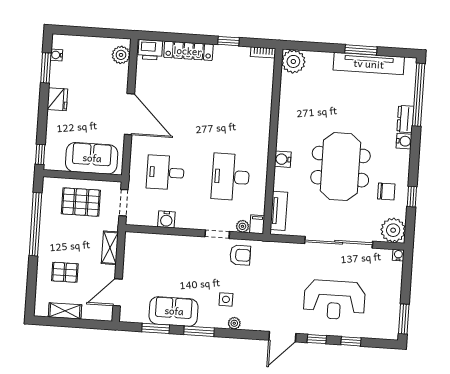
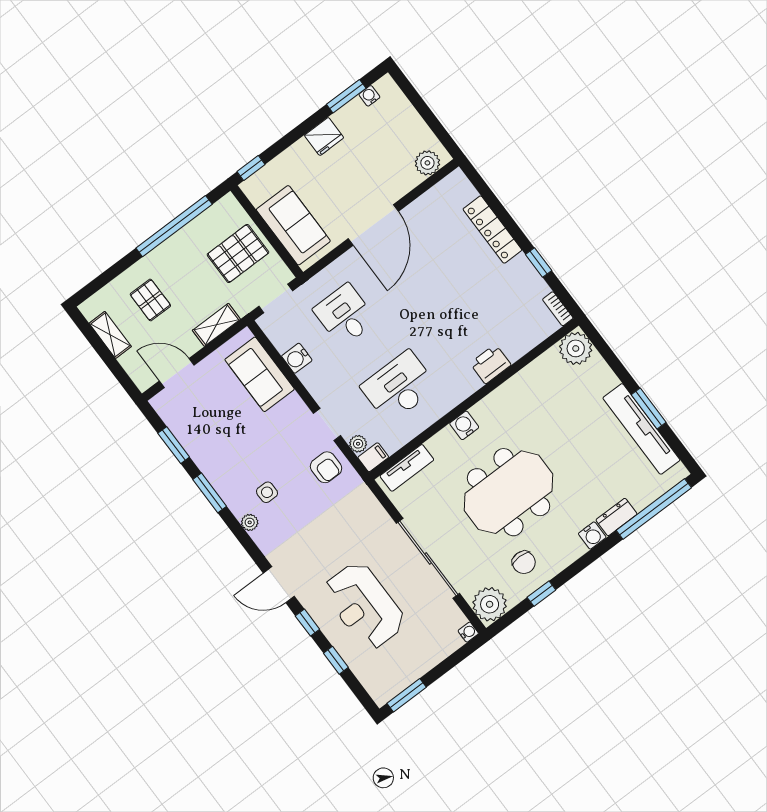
printer: (150, 50) -> (490, 364), moved, turned 90
pallet: (81, 202) -> (238, 253), turned 90
sofa: (174, 311) -> (260, 374), moved, turned 180

